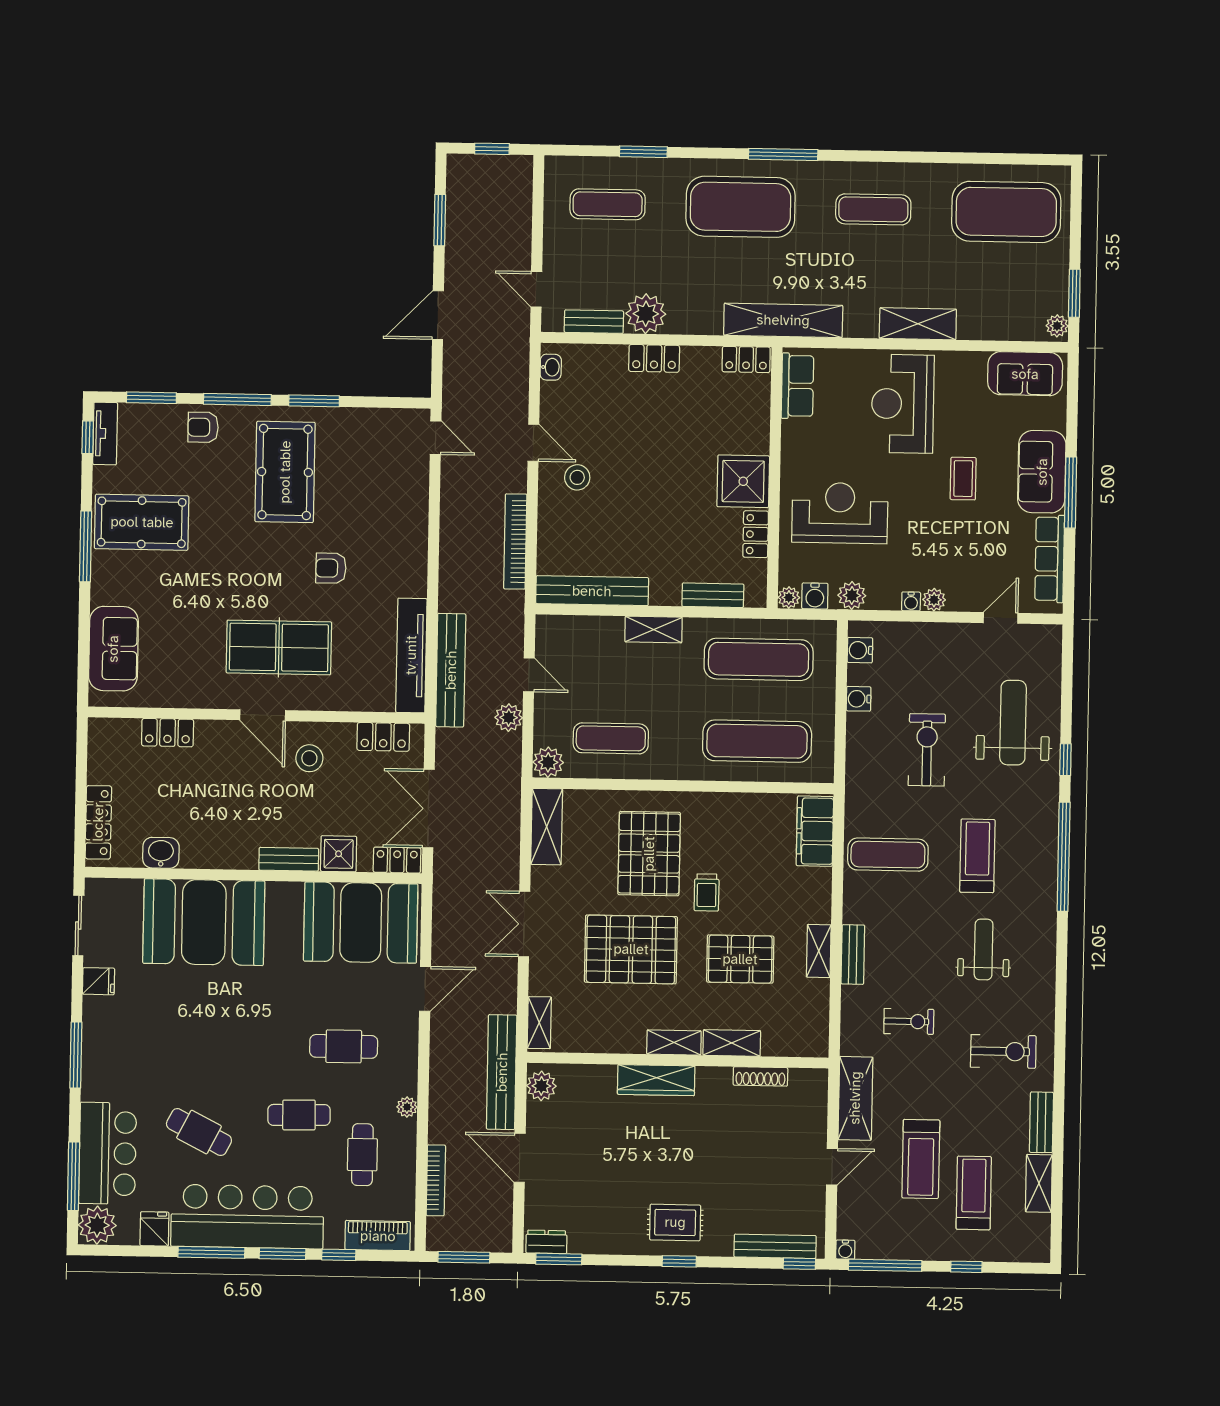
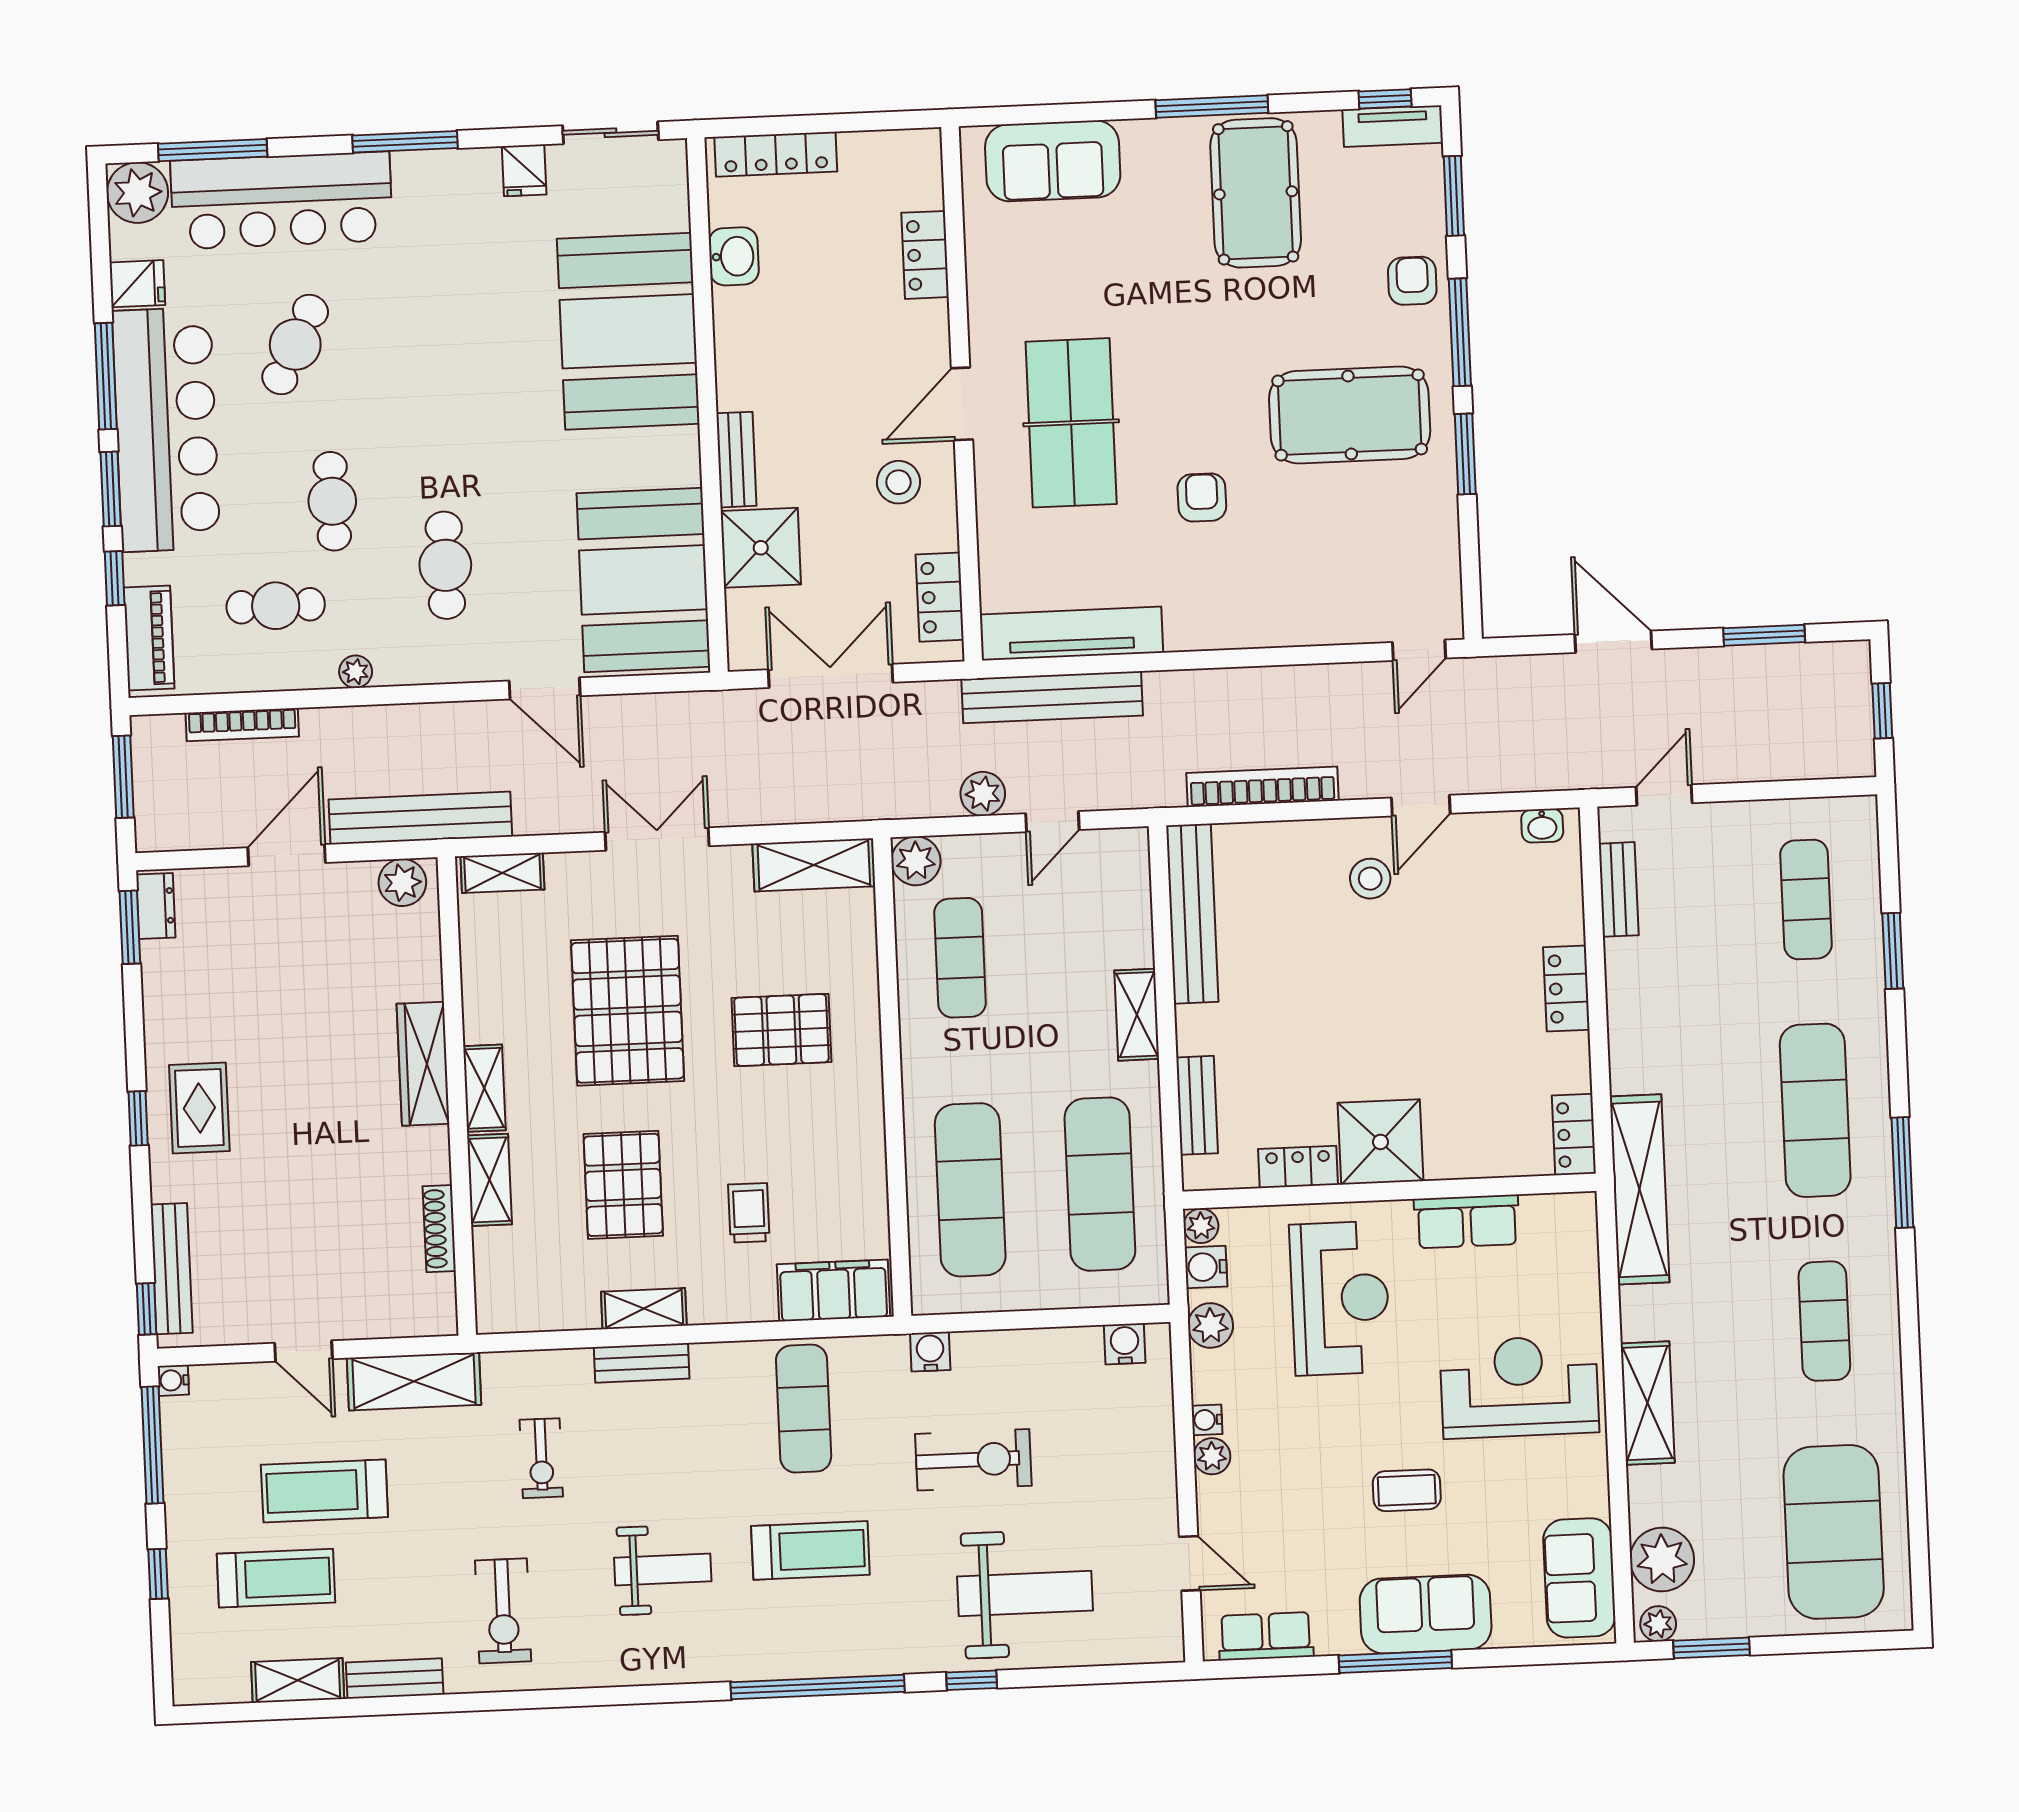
exercise mat: (740, 207) -> (1815, 1110), width x0.68
plant: (646, 314) -> (1662, 1559), moved
row of seats: (797, 386) -> (1467, 1221), moved
row of seats: (1050, 559) -> (1266, 1636), width x0.68
water cooler: (859, 699) -> (930, 1352), moved
shower: (339, 854) -> (761, 548), width x1.36, depth x1.36
pallet: (649, 854) -> (781, 1030), width x0.73, depth x0.71
locker: (397, 860) -> (746, 631), removed
trolley: (707, 892) -> (749, 1213), moved, turned 90
bar counter: (108, 1153) -> (282, 200), width x1.36

